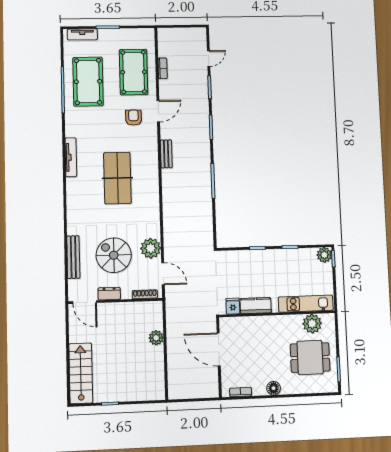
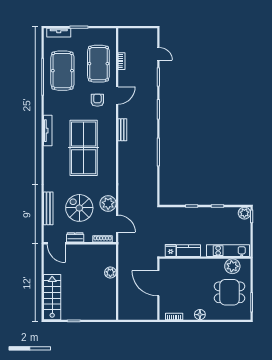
door: (209, 59) -> (158, 54), hinge flipped
table tennis table: (117, 178) -> (84, 148), width x1.36, depth x1.32

